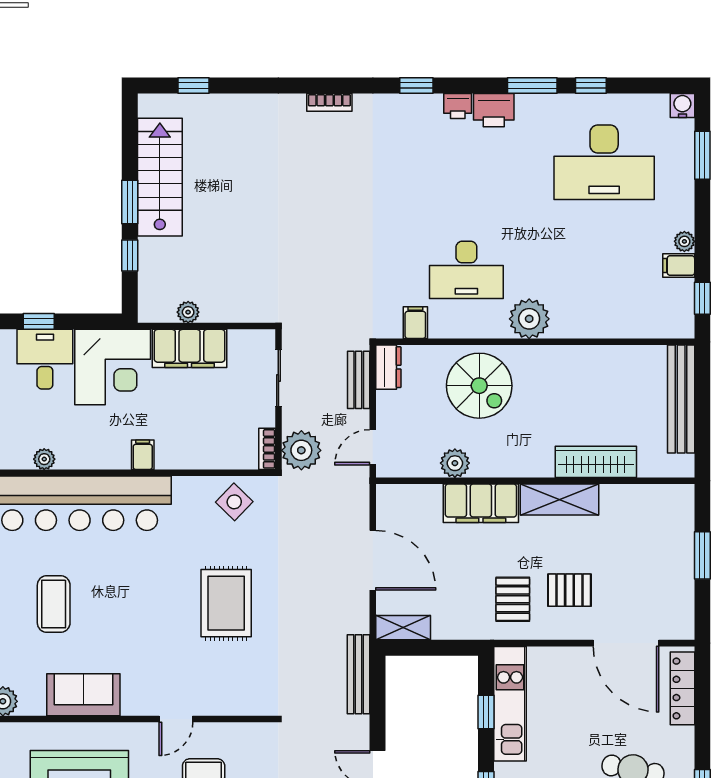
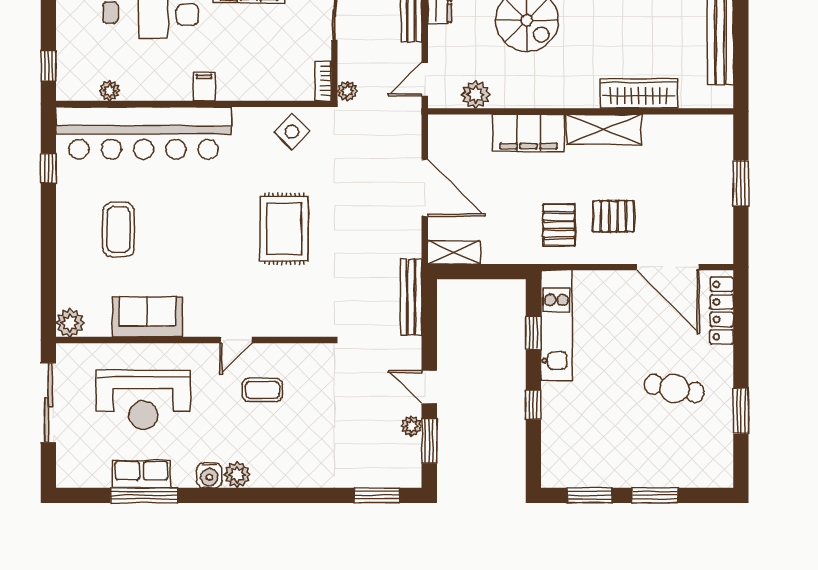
plant: (301, 450) -> (347, 91), width x0.53, depth x0.53
plant: (455, 463) -> (476, 95), moved

